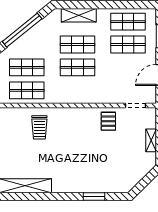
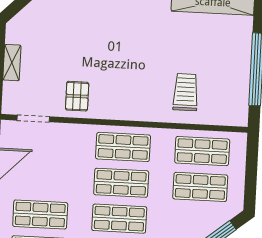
shop shelf: (77, 90) -> (123, 147), added

